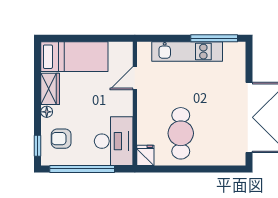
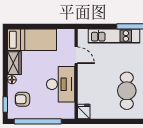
door: (135, 78) -> (76, 55), swing flipped
cafe table: (181, 133) -> (127, 91), moved
desk: (114, 141) -> (61, 84), moved

